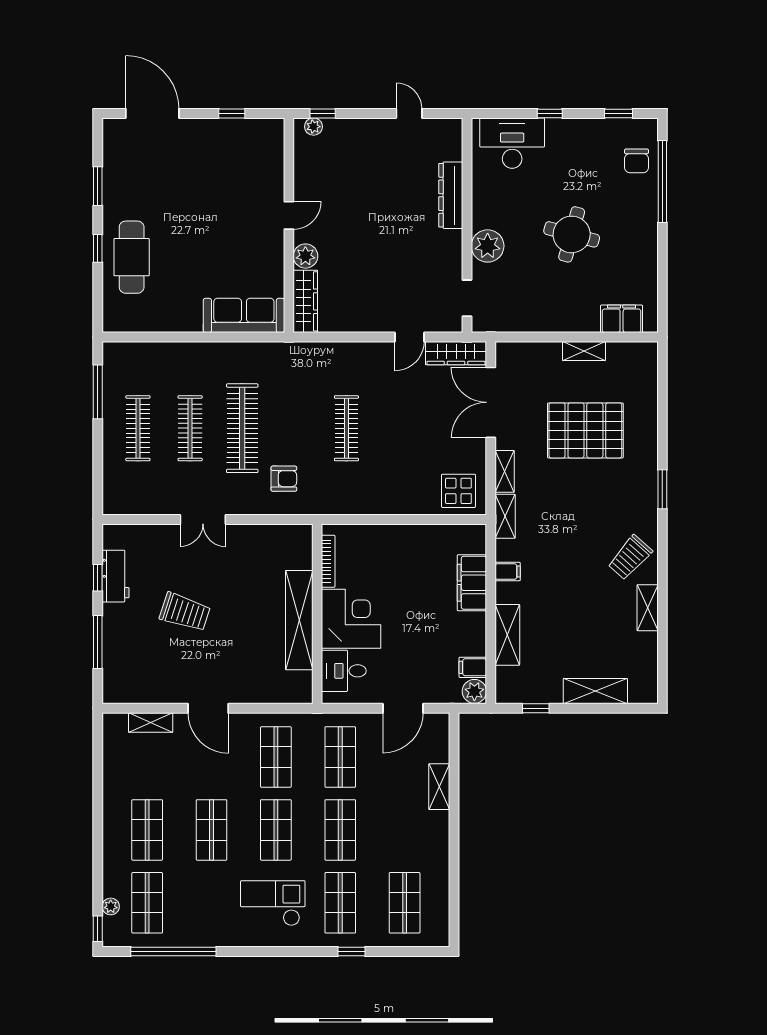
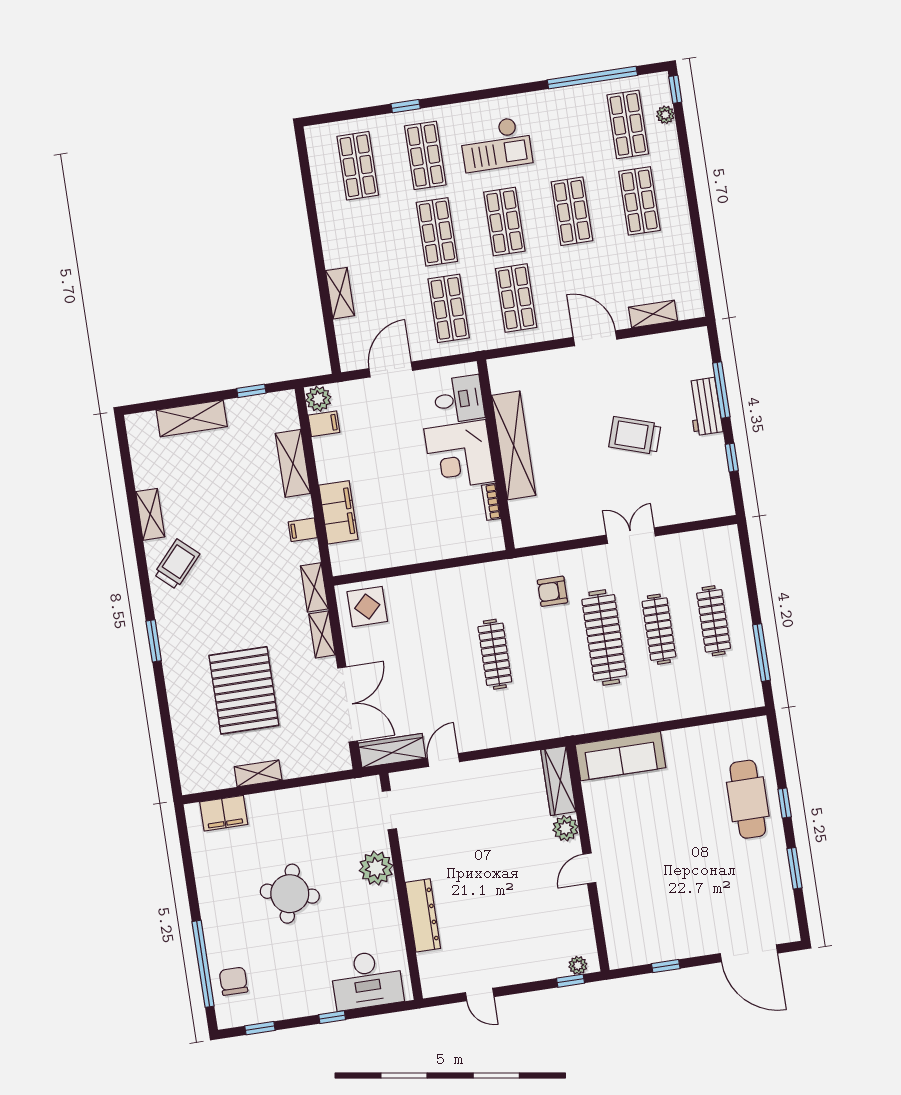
pallet: (585, 430) -> (244, 690), turned 90
bookcase: (328, 561) -> (491, 502), width x0.64
workbench: (116, 576) -> (705, 407), moved

